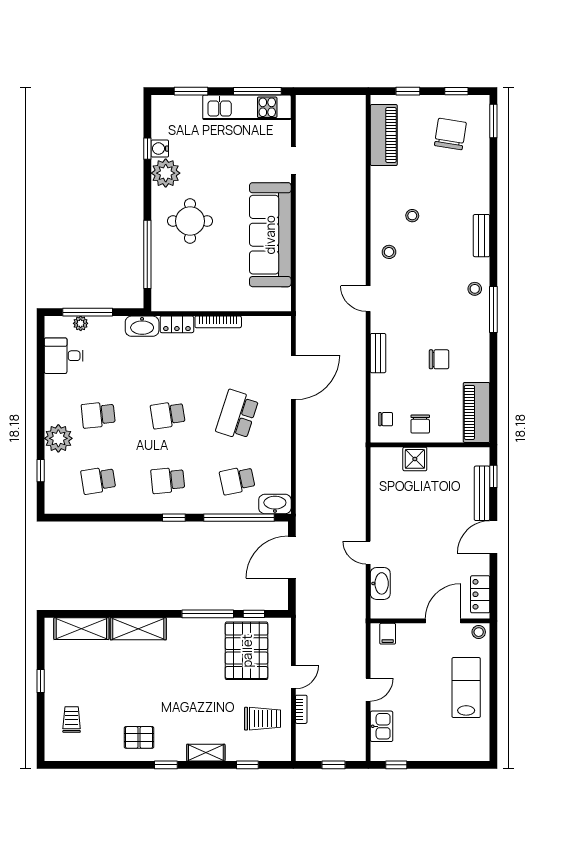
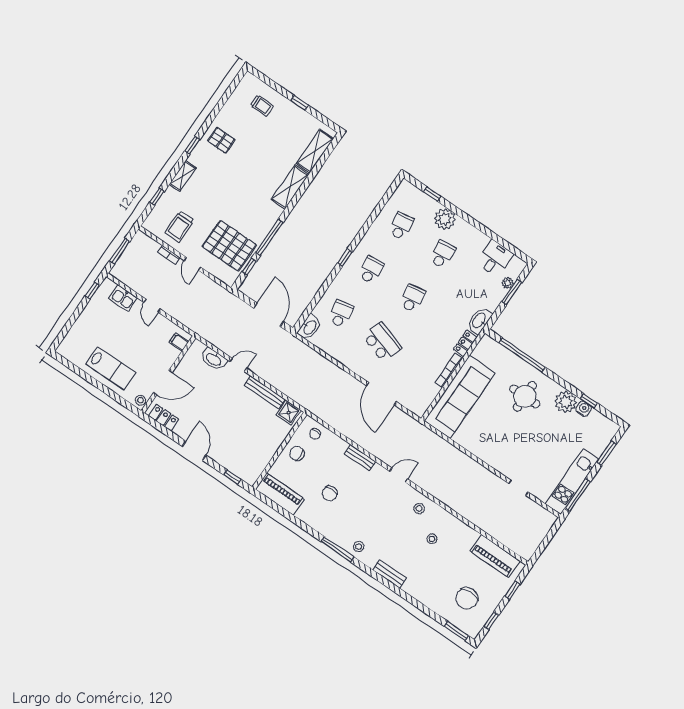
chair: (450, 134) -> (467, 598), turned 81
sofa: (270, 235) -> (460, 397), moved, turned 90
window: (88, 312) -> (512, 292), width x0.69
shower: (415, 459) -> (289, 413), moved
bench: (482, 493) -> (265, 392), moved
window: (239, 518) -> (317, 299), removed
door: (443, 621) -> (163, 383), hinge flipped
pallet: (139, 737) -> (221, 140), turned 90
window: (334, 765) -> (120, 251), width x1.50

